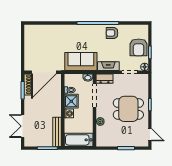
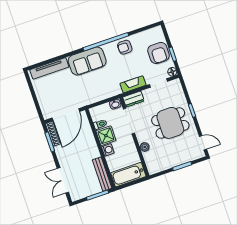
tv unit: (43, 29) -> (49, 68), added
sofa: (81, 62) -> (87, 61), moved, turned 180

